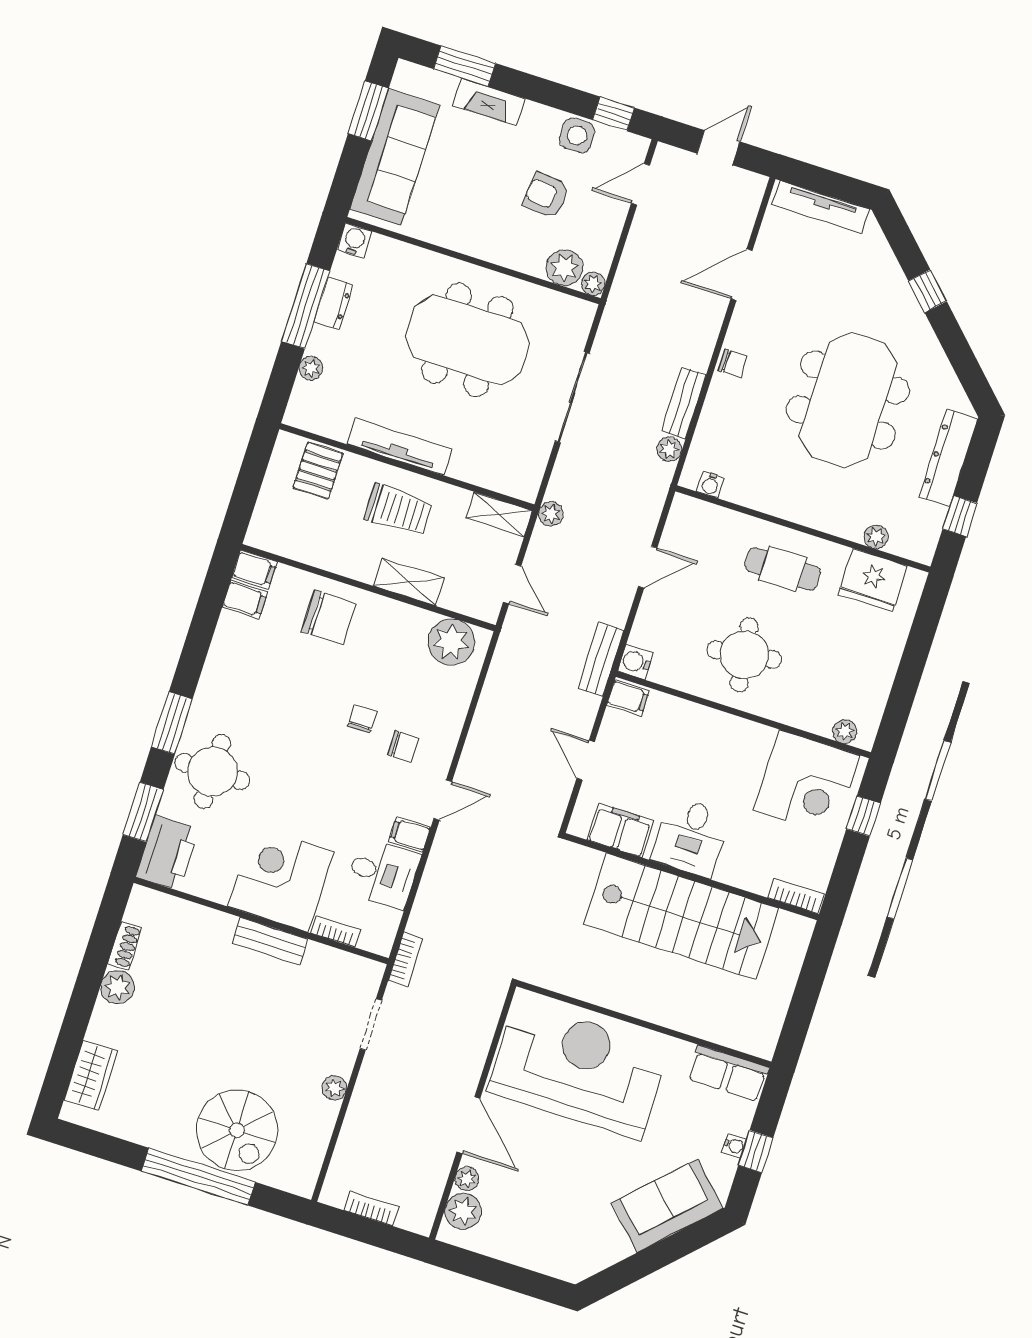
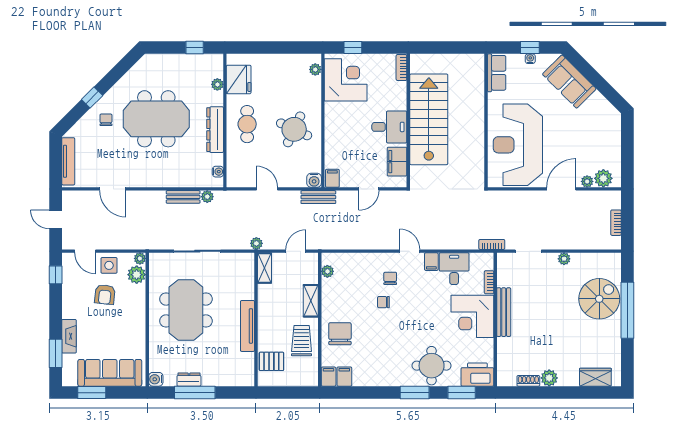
side table: (577, 135) -> (109, 265), moved
chair: (733, 363) -> (106, 120), moved
plant: (311, 368) -> (224, 380), removed
dresser: (948, 458) -> (215, 130), moved, turned 90
trolley: (398, 510) -> (302, 341), moved
plant: (451, 642) -> (327, 271), width x0.53, depth x0.53
round table: (744, 655) -> (294, 129), turned 33
bench: (270, 941) -> (504, 312), width x1.36

